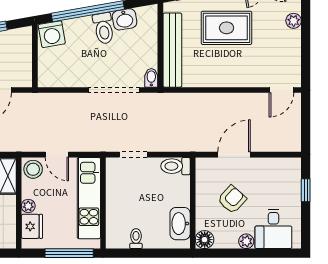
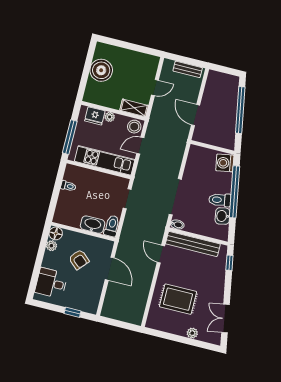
rug: (227, 28) -> (178, 299), moved, turned 90
door: (281, 90) -> (161, 254), moved
washbasin: (180, 224) -> (93, 225), moved
plant: (246, 241) -> (51, 246), moved

